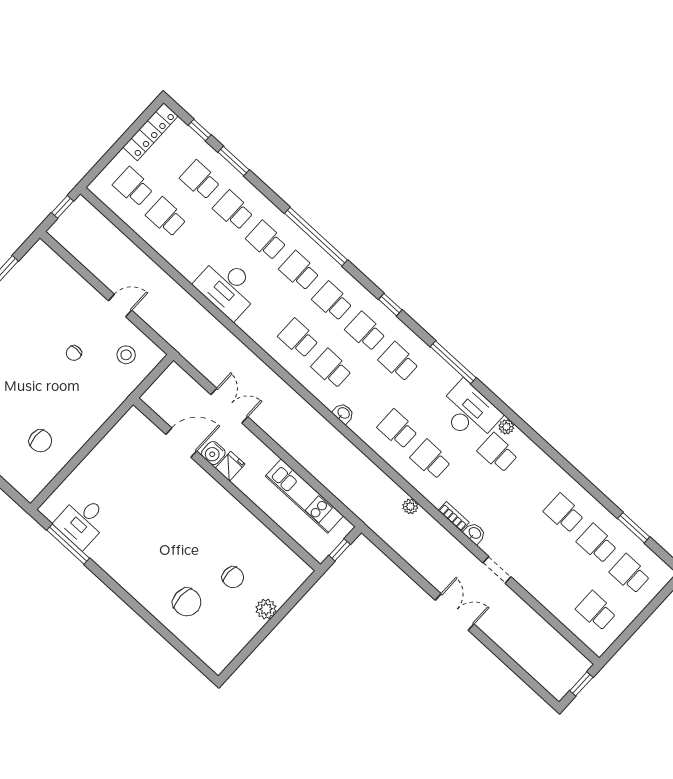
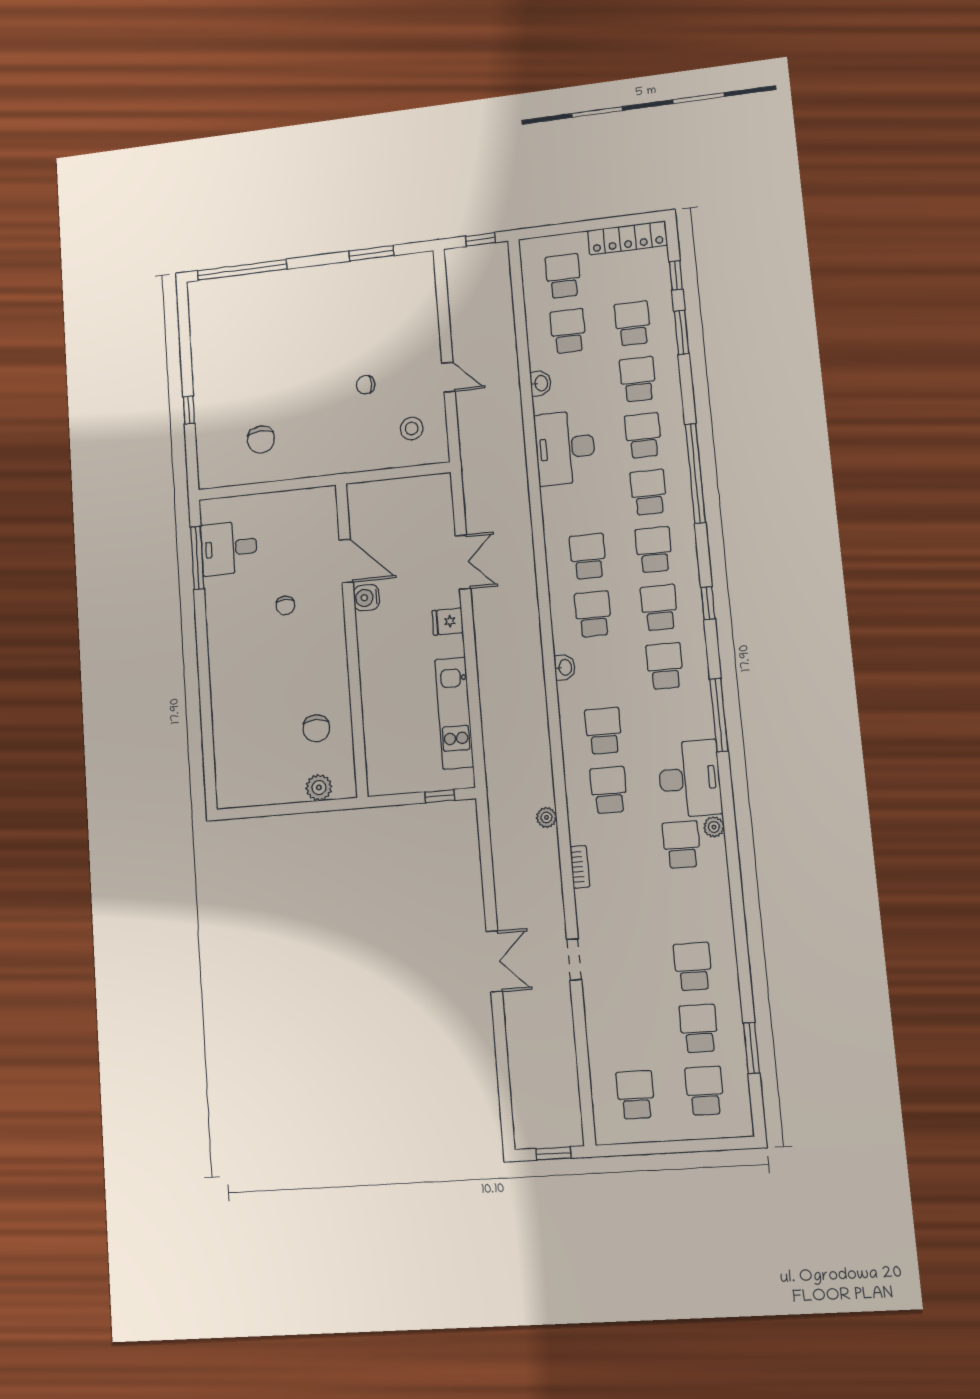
door: (181, 443) -> (346, 561), moved
water cooler: (213, 453) -> (366, 598), moved
fridge: (230, 466) -> (448, 622), moved, turned 180
wall: (227, 484) -> (352, 639), moved
washbasin: (475, 533) -> (541, 383), moved
chair: (187, 602) -> (285, 606), moved, width x0.54, depth x0.54

